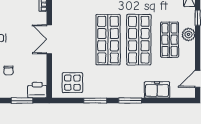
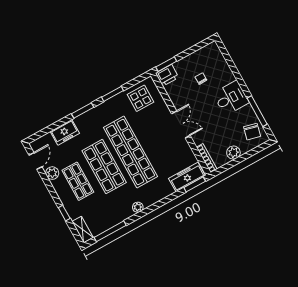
plant: (189, 34) -> (52, 173), moved
shop shelf: (108, 40) -> (130, 152), width x1.40
window: (22, 101) -> (166, 64), moved

